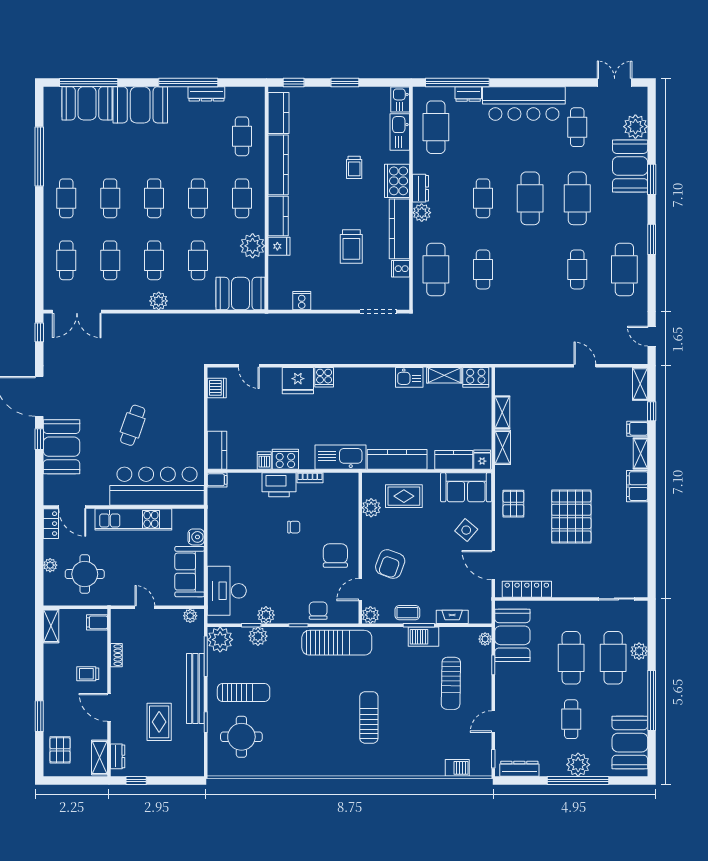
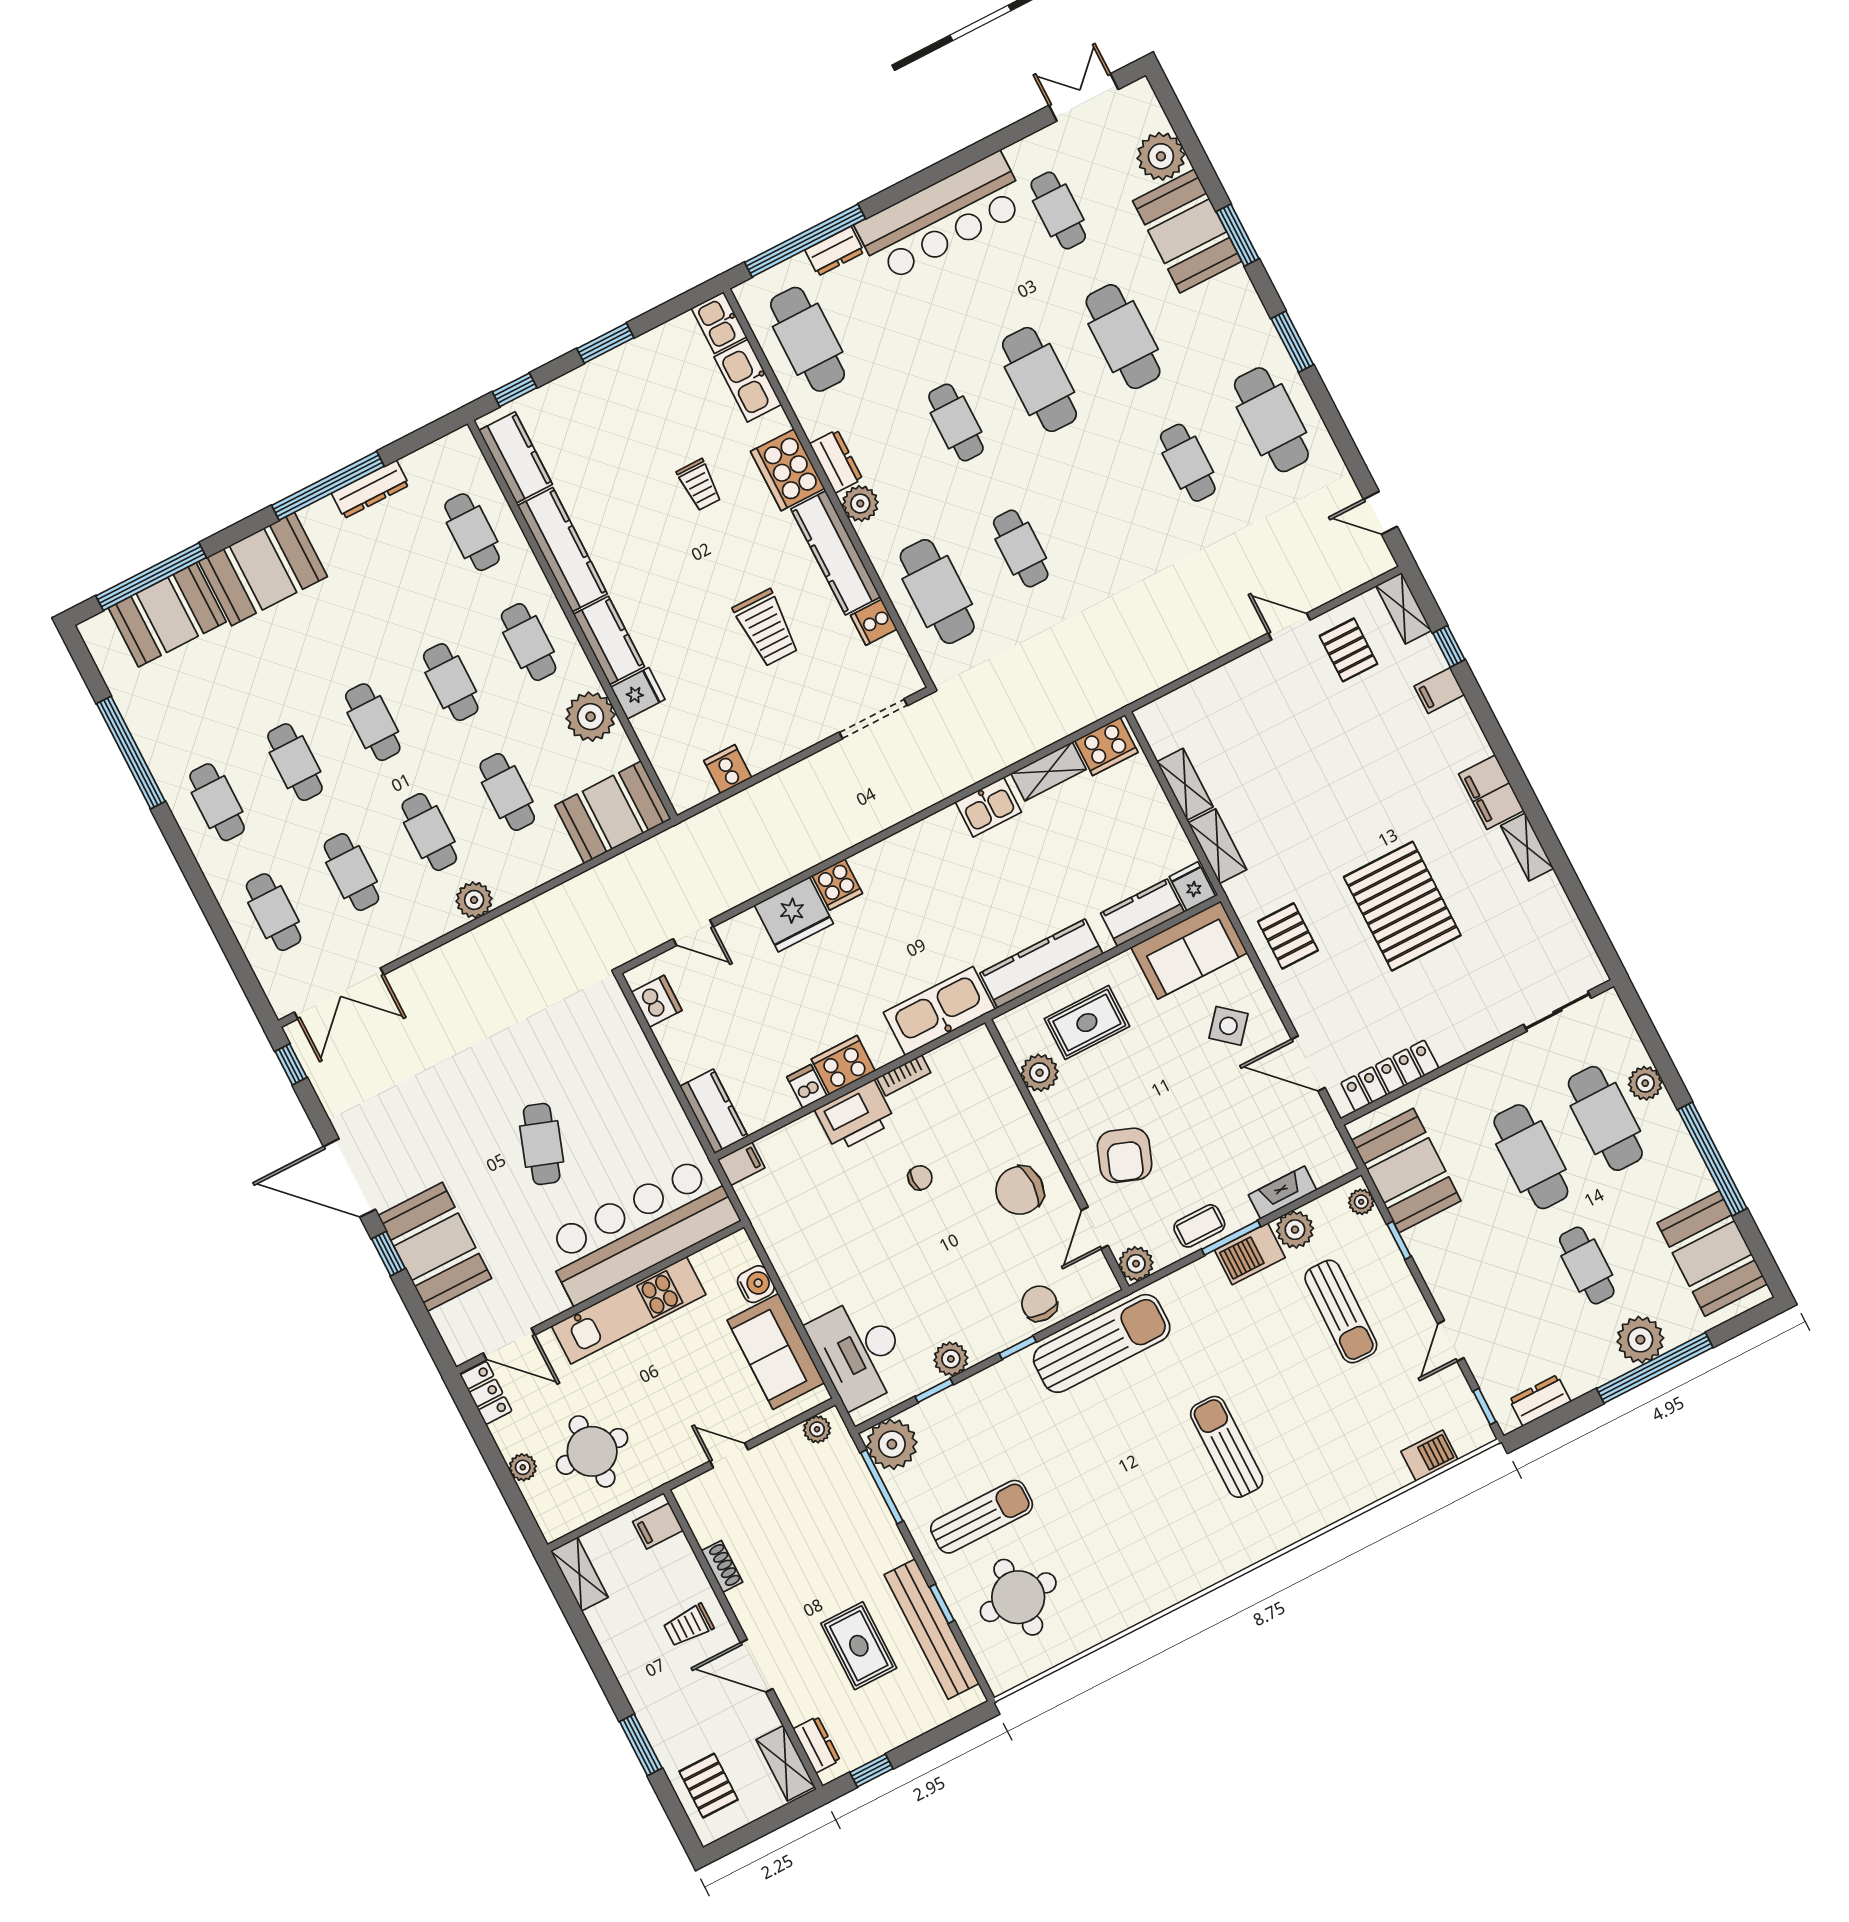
pallet: (606, 390) -> (1348, 650), added
shelving: (641, 453) -> (1527, 847), moved
chair: (335, 556) -> (1020, 1190), turned -90
plant: (258, 636) -> (1295, 1230), moved
bench: (195, 688) -> (932, 1629), moved
dresser: (519, 769) -> (1540, 1401), width x0.70

